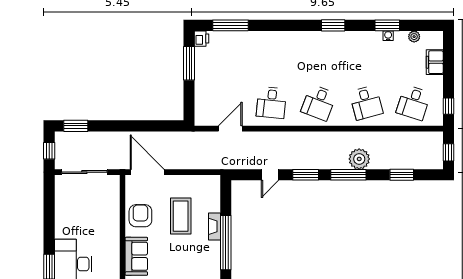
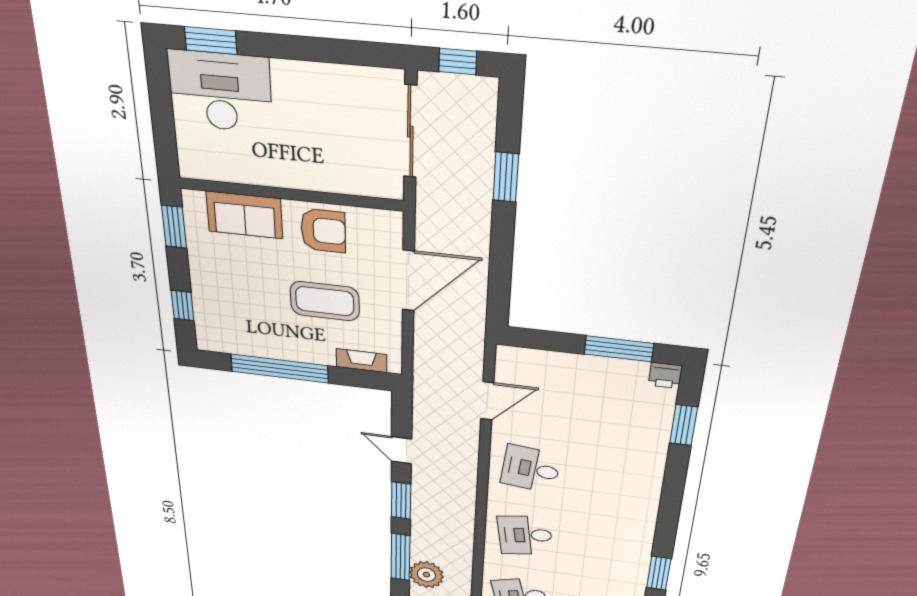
window: (230, 25) -> (684, 425), width x0.69
desk: (319, 103) -> (525, 535), turned -30
window: (76, 126) -> (506, 177), moved
door: (230, 129) -> (487, 401), hinge flipped
door: (147, 172) -> (408, 281), moved
fireplace: (214, 226) -> (361, 361), moved

